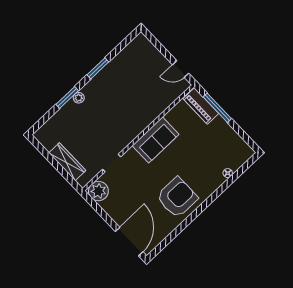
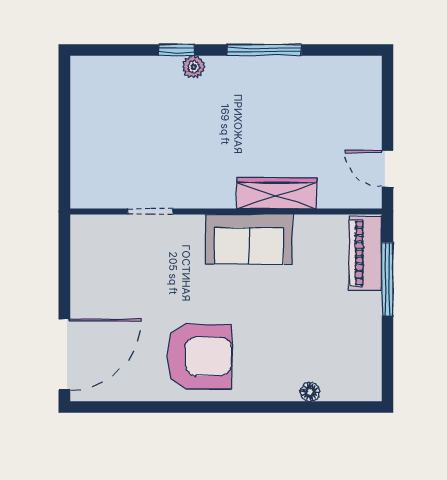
window: (98, 68) -> (264, 50), width x1.44
window: (67, 98) -> (177, 50), width x0.67
wardrobe: (67, 162) -> (277, 193), moved, turned -90
plant: (98, 191) -> (90, 235), removed

